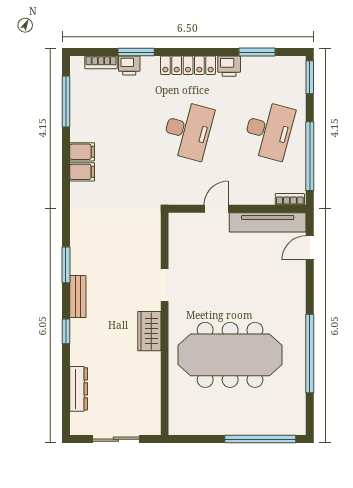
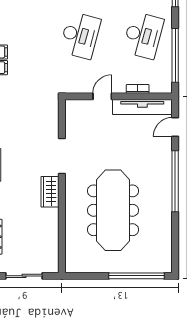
bookcase: (290, 199) -> (138, 89), moved
doorway: (165, 285) -> (62, 156), width x1.38
window: (310, 353) -> (175, 181), moved
meeting table: (230, 355) -> (113, 210), turned 90

